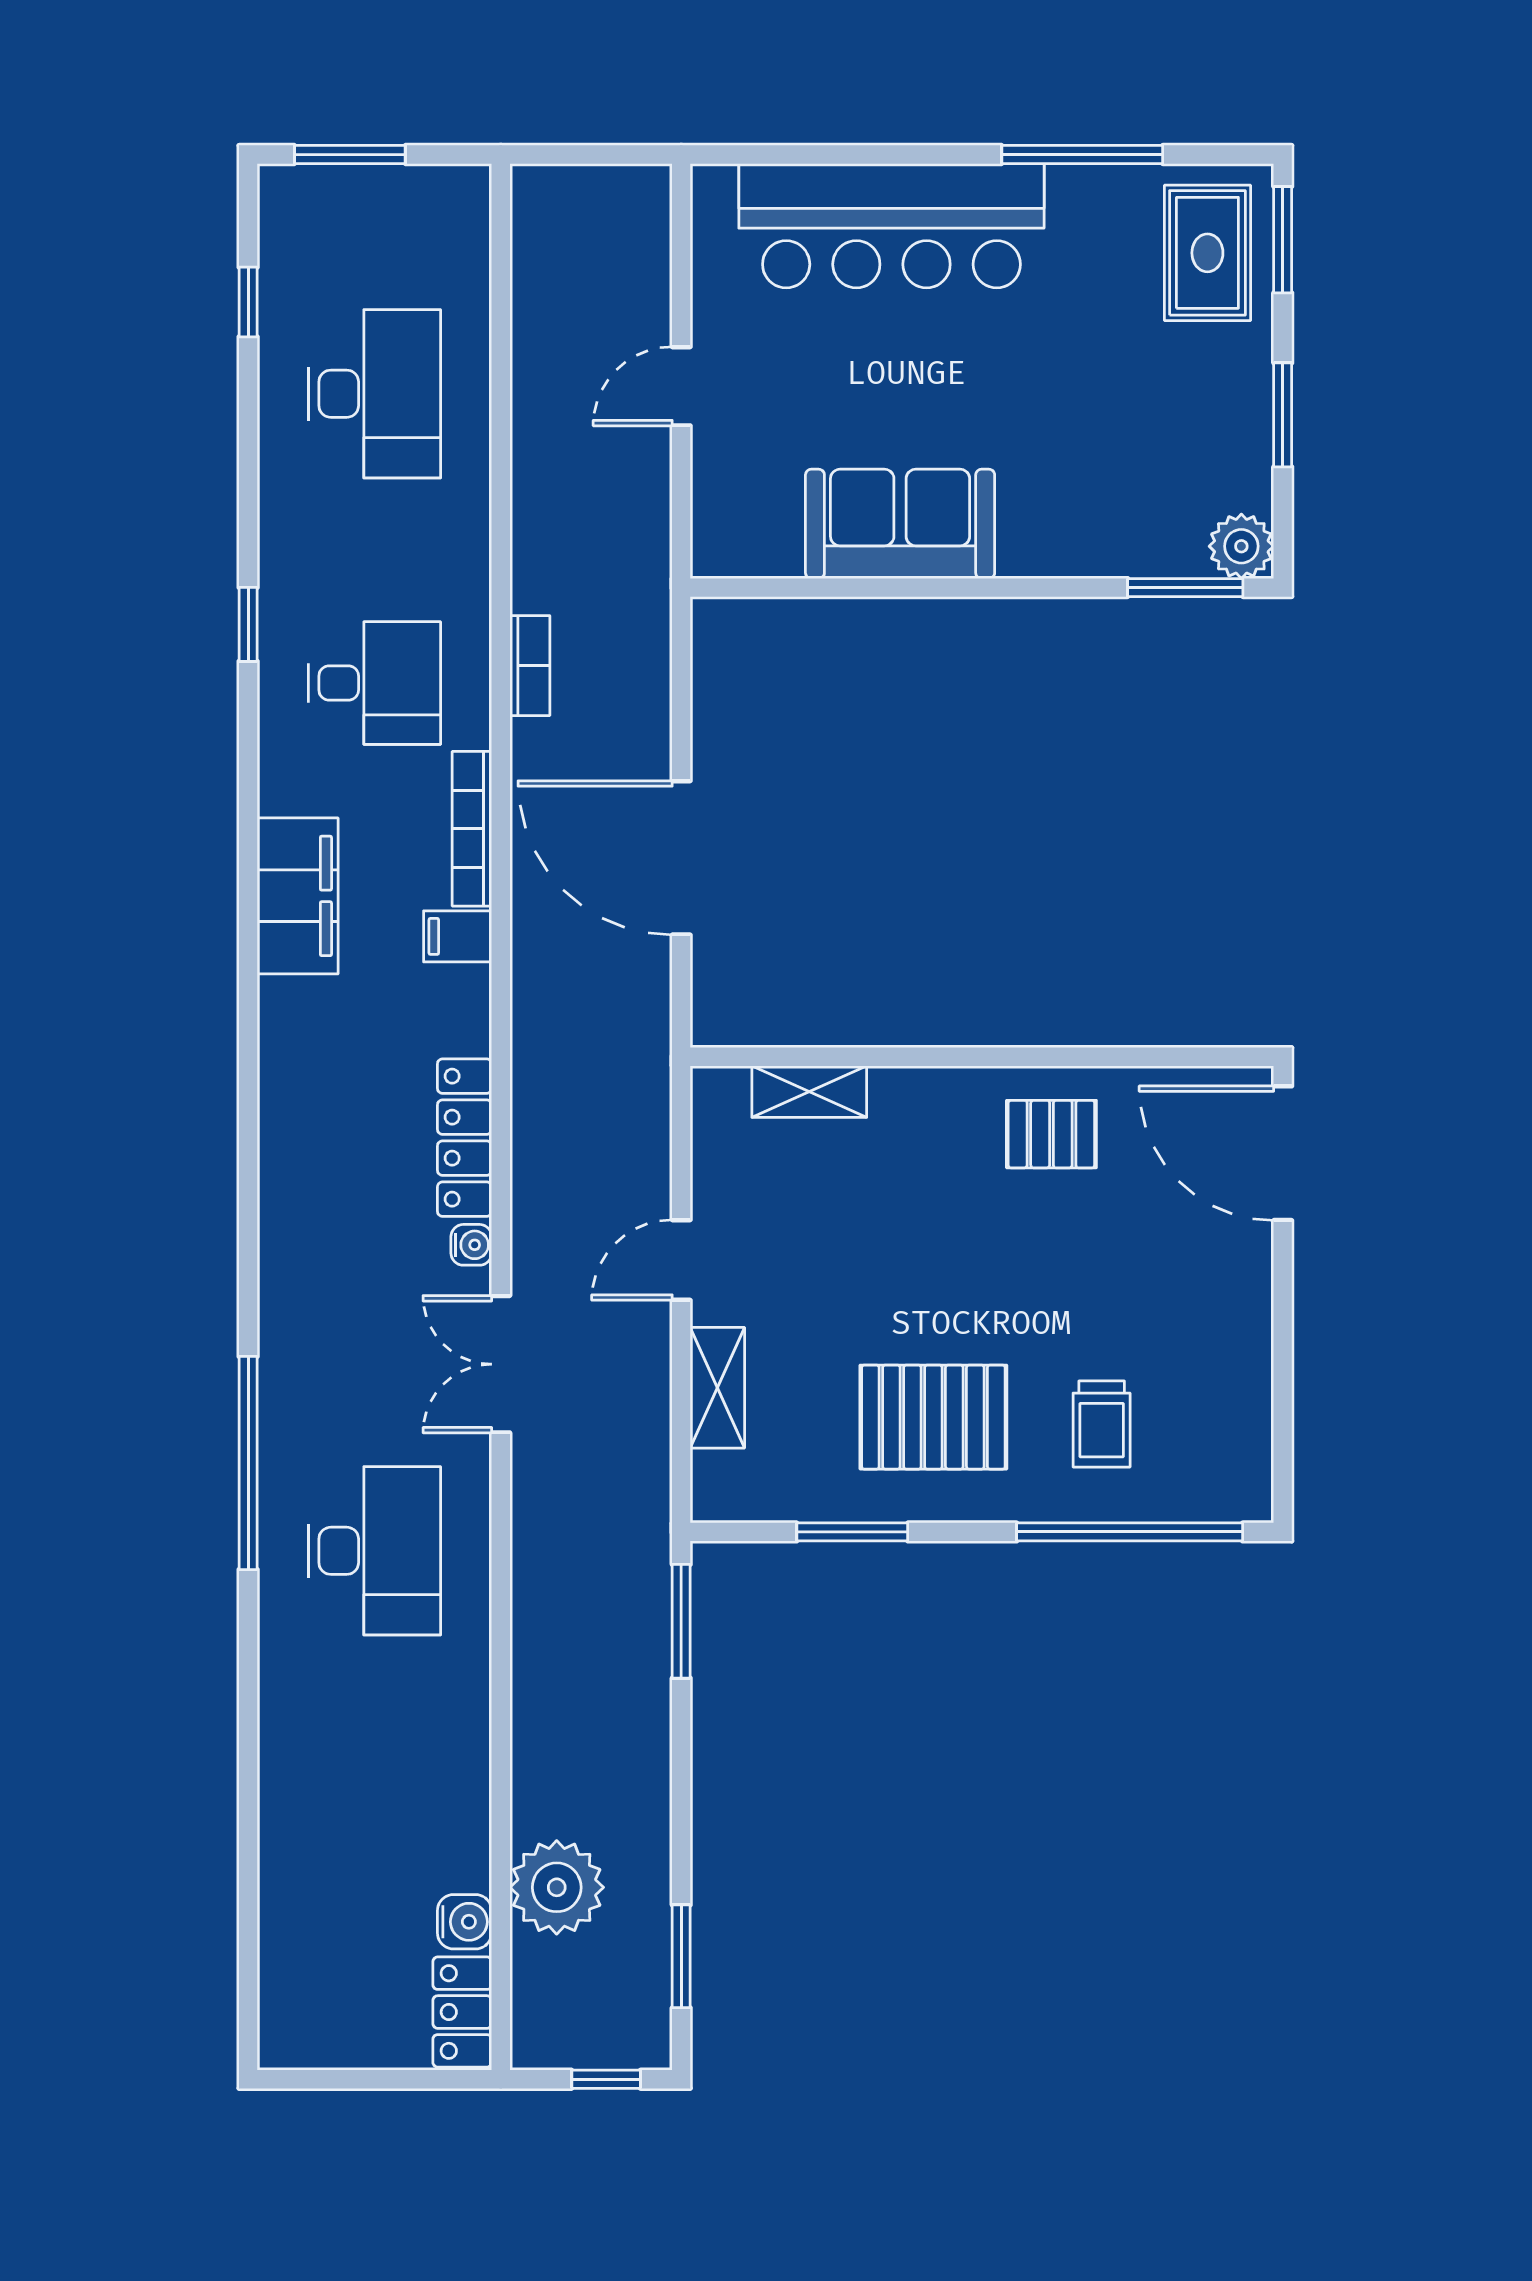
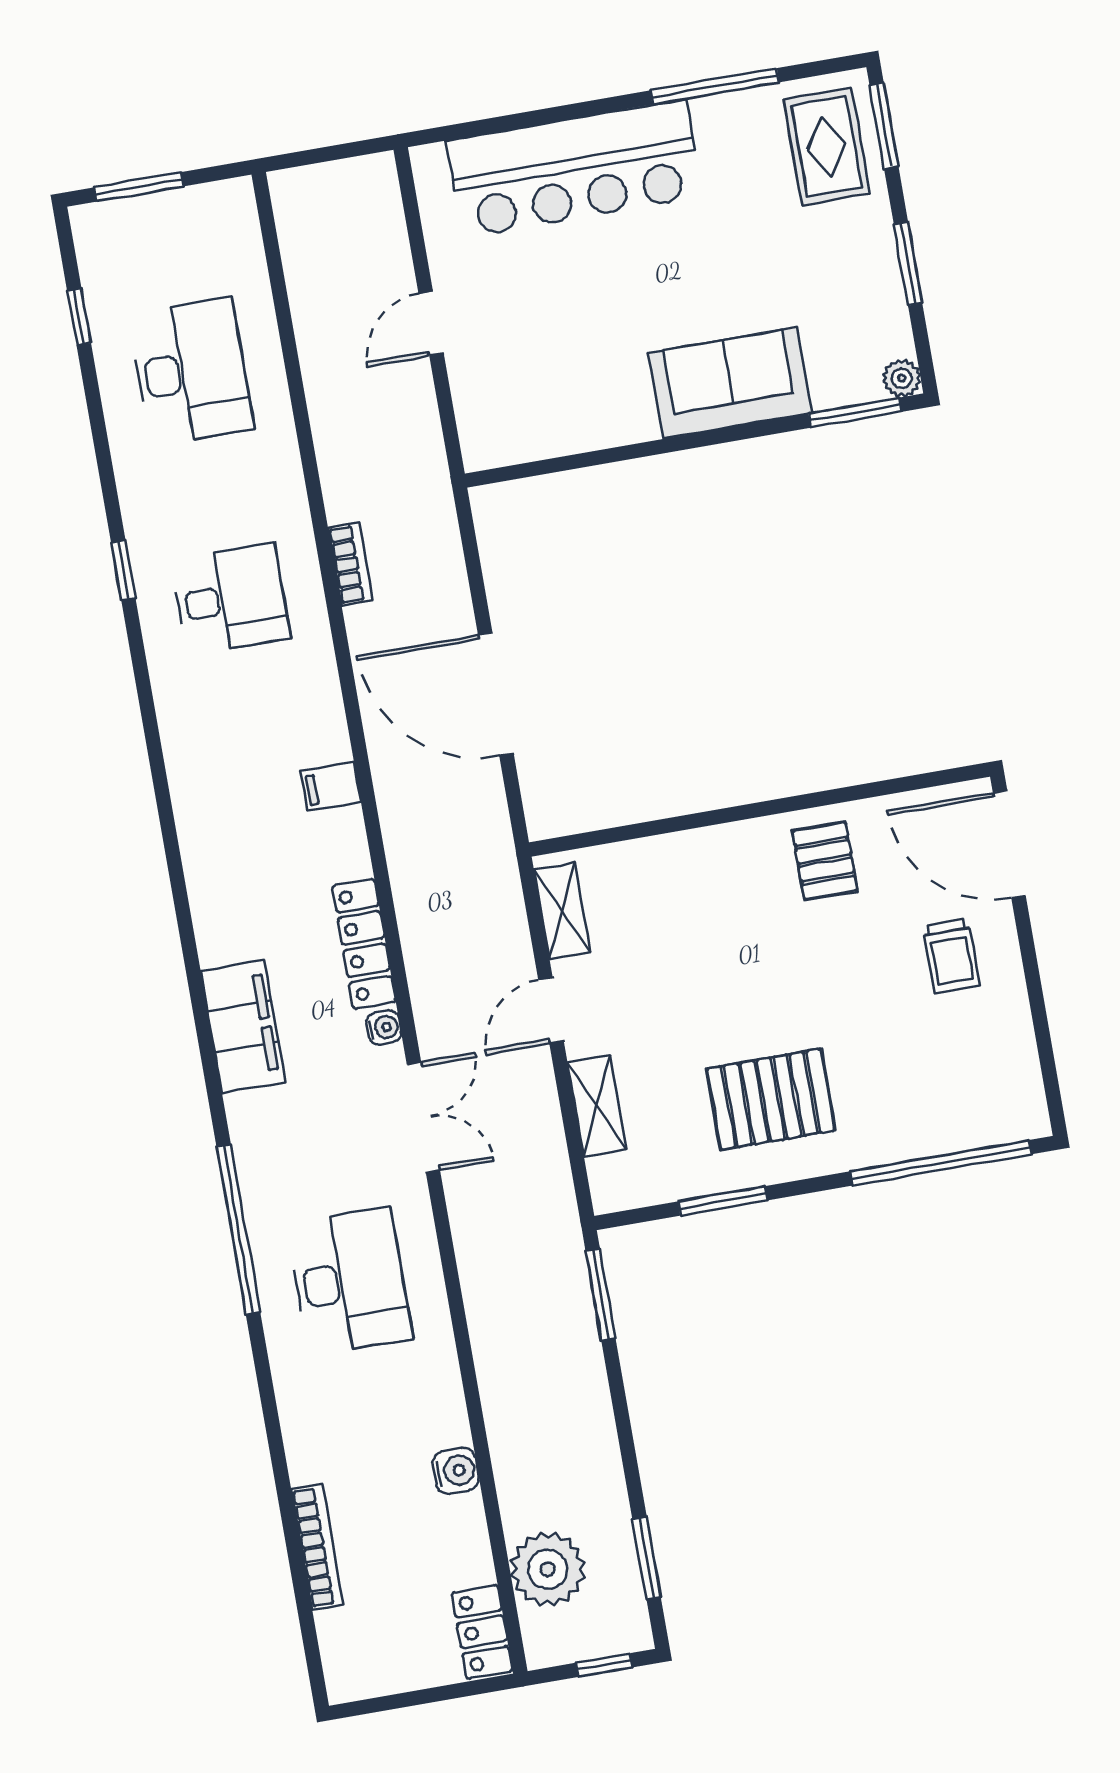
sofa: (900, 524) -> (730, 383), moved
plant: (1241, 546) -> (902, 378), width x0.73, depth x0.73
bookcase: (472, 829) -> (317, 1547), moved, turned 180
filing cabinet: (298, 896) -> (243, 1026), moved
shelving: (809, 1092) -> (562, 911), moved, turned 90
pallet: (1051, 1134) -> (825, 861), turned 90
double door: (501, 1364) -> (423, 1117), swing flipped
trolley: (1102, 1424) -> (951, 956), moved
plant: (557, 1887) -> (548, 1569), moved
water cooler: (465, 1922) -> (456, 1471), moved

